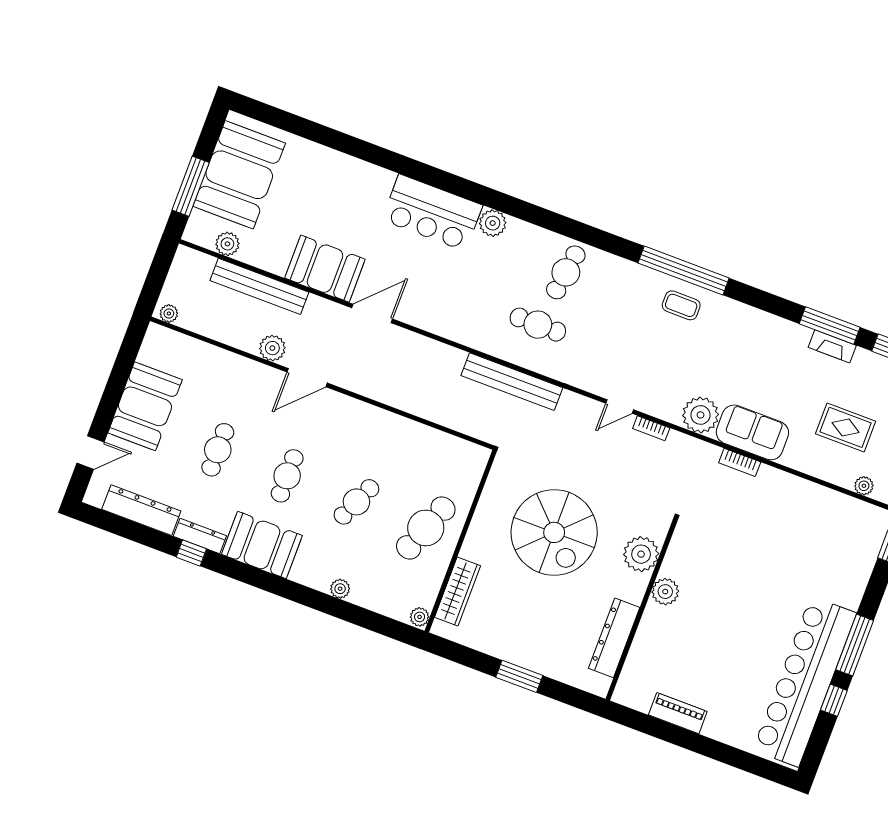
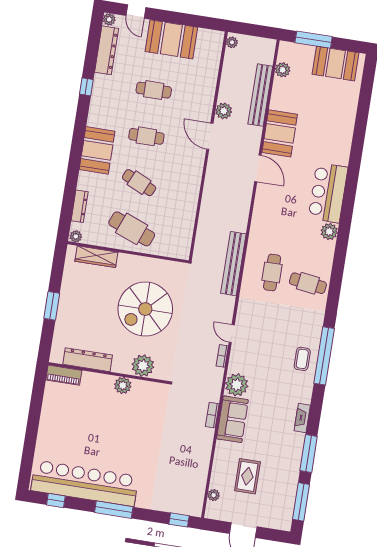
booth: (239, 175) -> (336, 64), width x0.73, depth x0.70
fireplace: (832, 346) -> (302, 418), moved
dresser: (200, 536) -> (80, 206), moved
booth: (262, 545) -> (97, 150), moved
plant: (340, 589) -> (109, 19), moved
window: (834, 700) -> (56, 500), moved
piano: (678, 713) -> (64, 375), moved, turned 90

